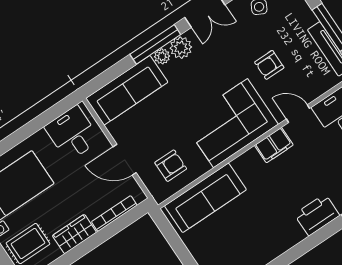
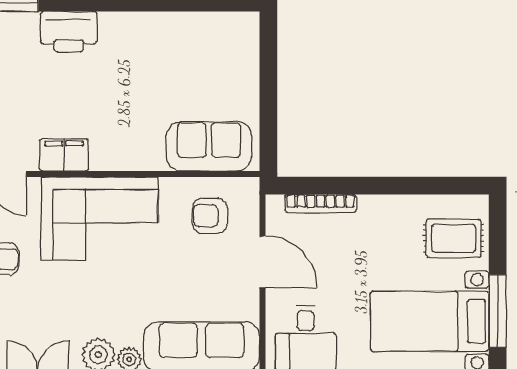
sofa: (205, 198) -> (209, 146), width x0.73
wardrobe: (74, 234) -> (388, 211), removed

